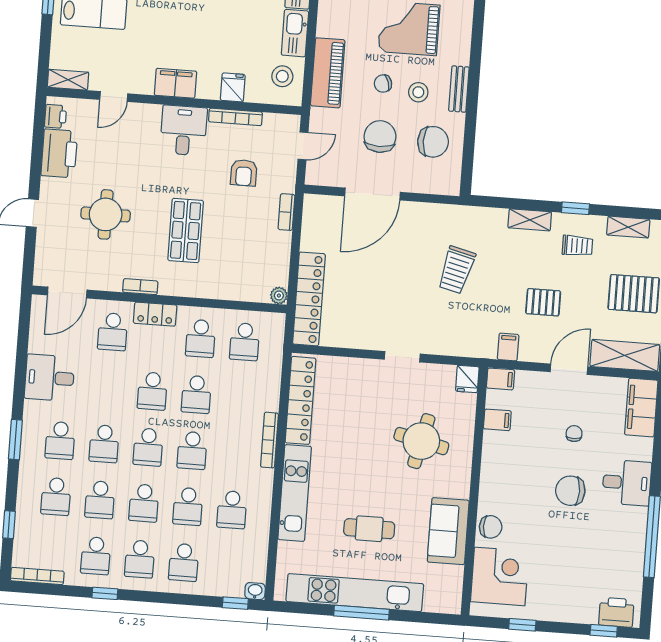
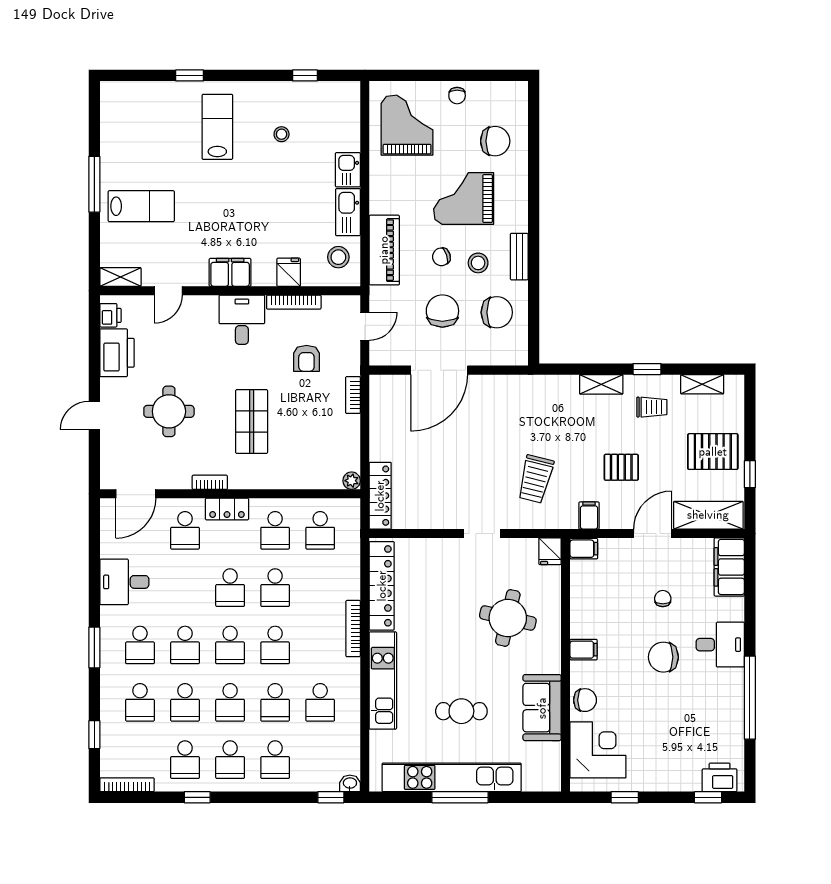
trolley: (457, 270) -> (536, 479), moved
locker: (309, 299) -> (380, 496), width x0.71, depth x0.83
filing cabinet: (497, 420) -> (584, 650), moved

